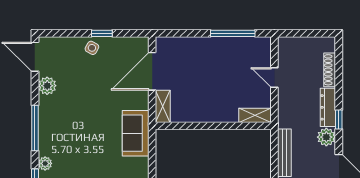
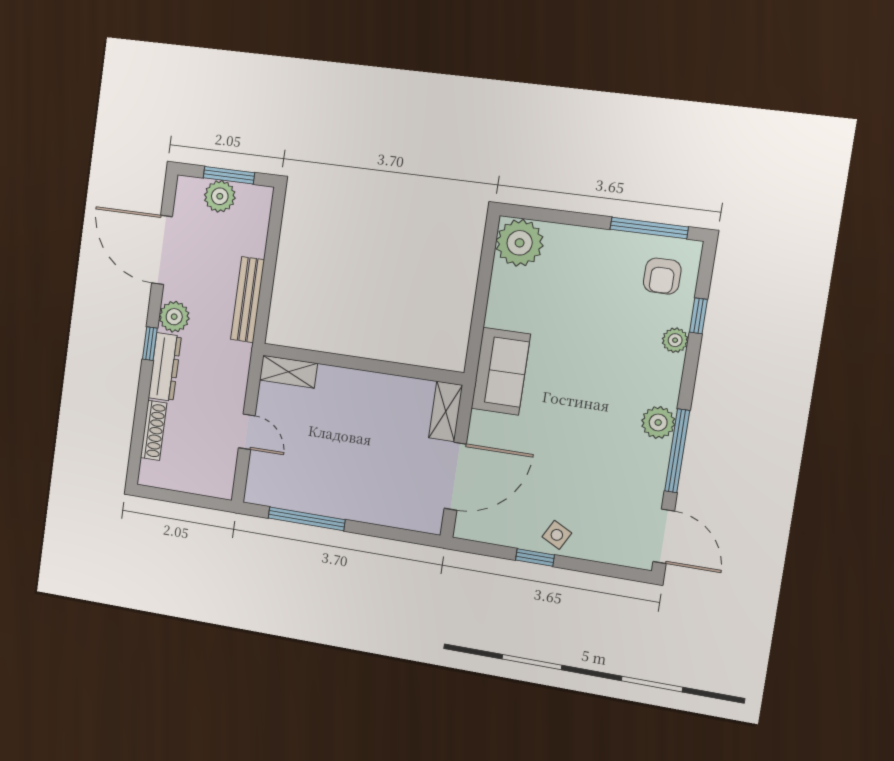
plant: (47, 86) -> (658, 423), moved
window: (35, 128) -> (677, 451), moved

